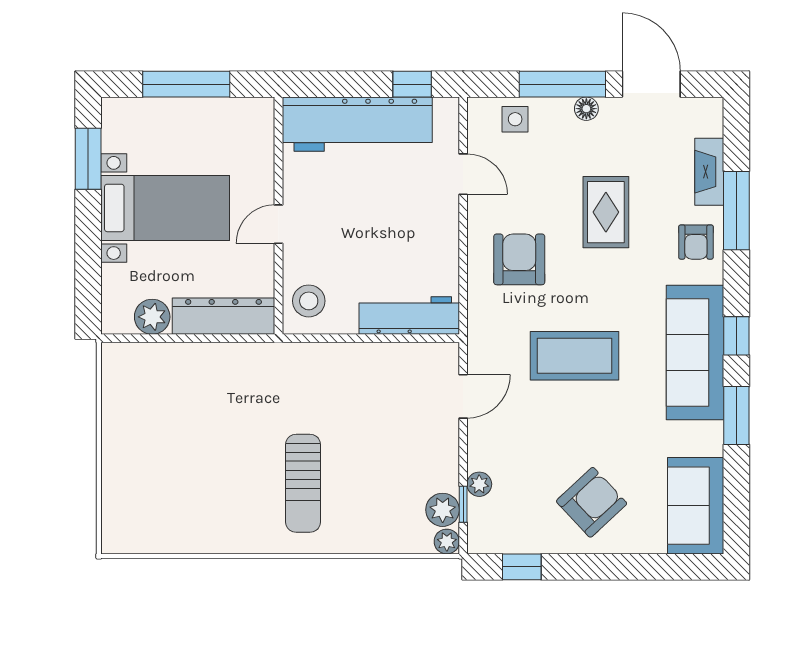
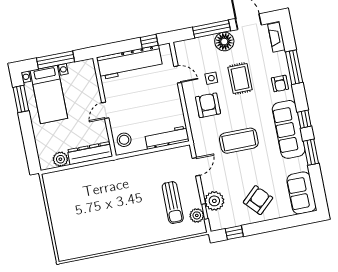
floor lamp: (586, 109) -> (224, 42), width x1.89, depth x1.89
side table: (515, 119) -> (211, 78), moved
fireplace: (709, 172) -> (276, 37), moved
bed with nightstands: (165, 208) -> (49, 94), moved, turned 90
sun lounger: (303, 483) -> (173, 203), moved
plant: (479, 484) -> (214, 201), width x1.88, depth x1.88
plant: (447, 542) -> (201, 228), removed

